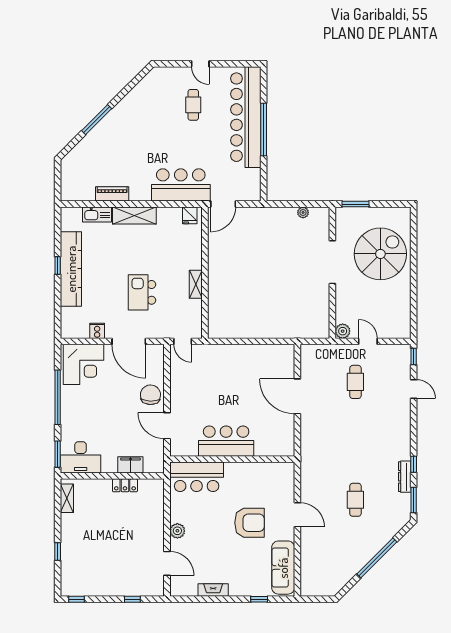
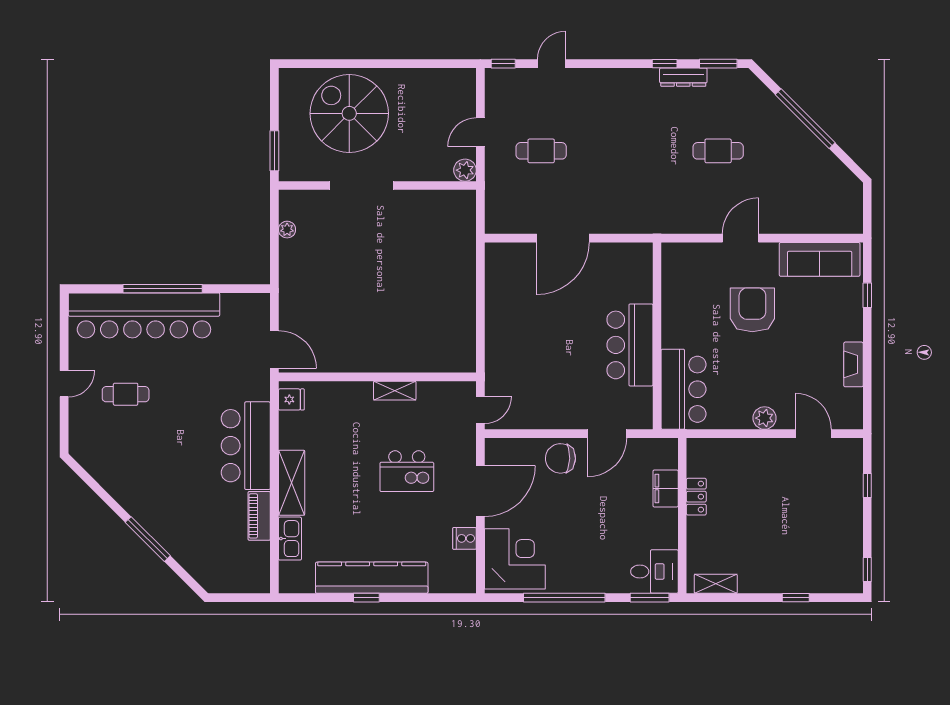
bar counter: (181, 185) -> (246, 446), moved
desk: (81, 457) -> (654, 571), width x0.73
door: (167, 563) -> (813, 434), hinge flipped

